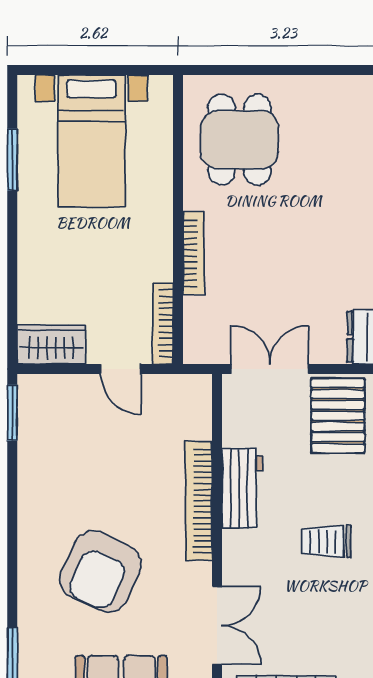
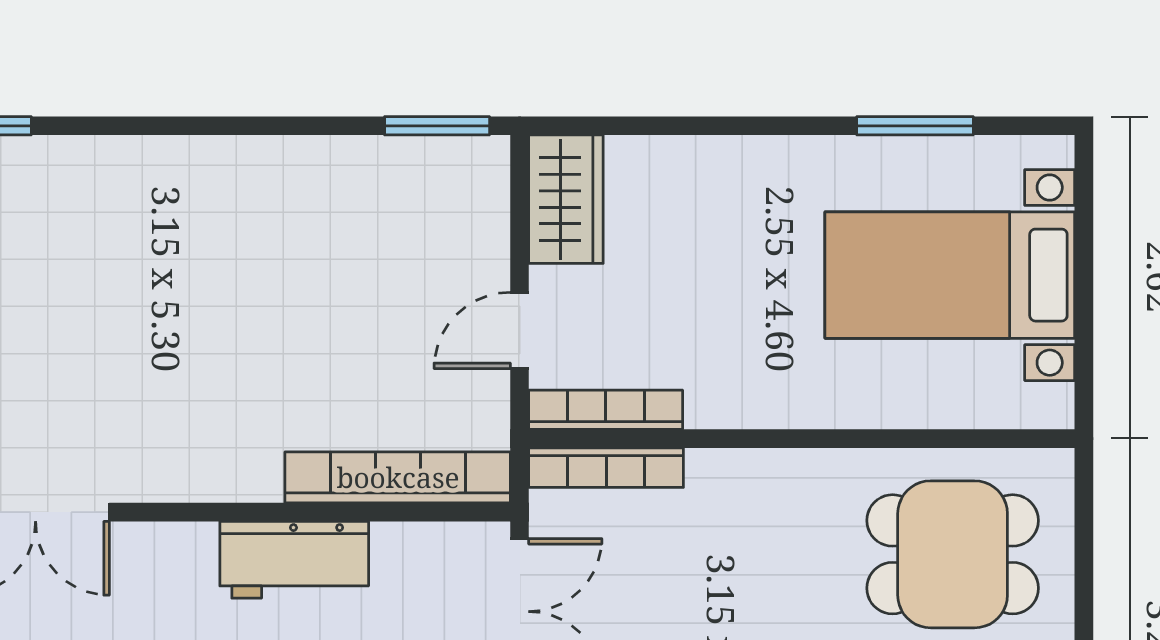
bookcase: (193, 253) -> (606, 468), moved
bookcase: (199, 501) -> (398, 477), moved
armchair: (101, 572) -> (137, 292), removed

